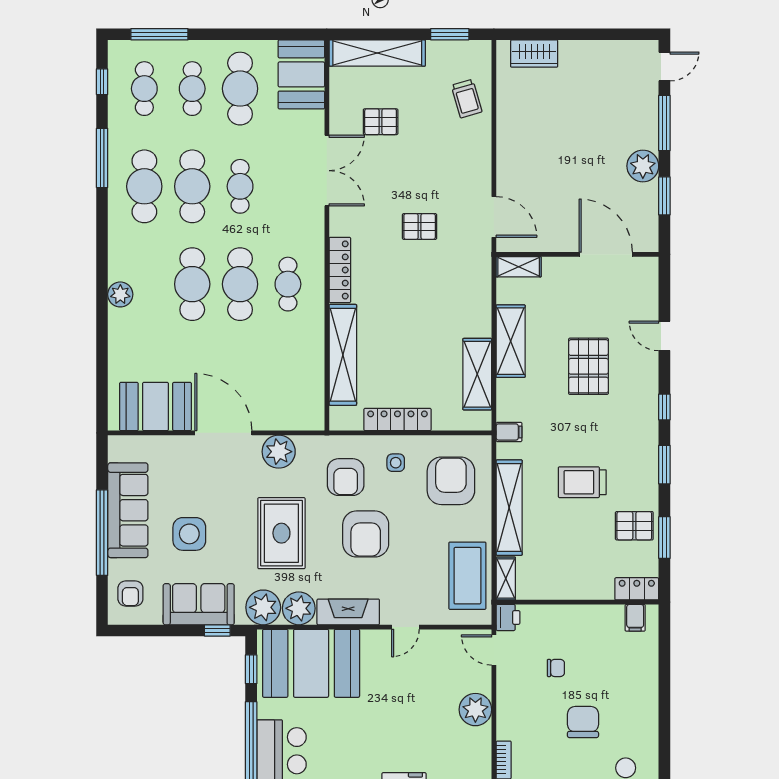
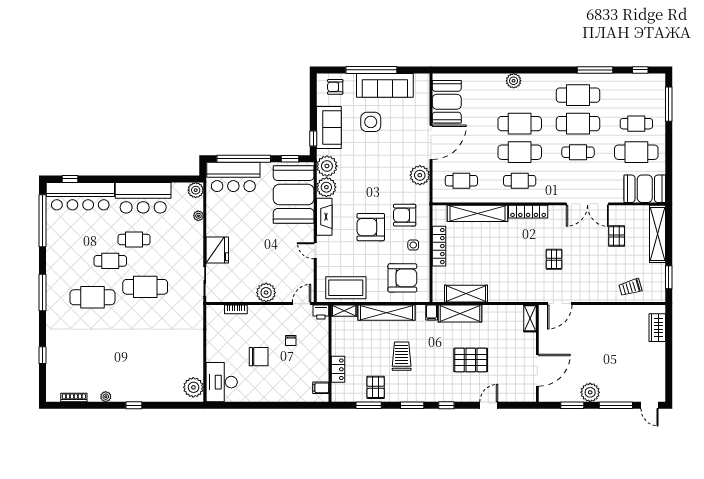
cafe table: (144, 89) -> (461, 181), moved
shelving: (511, 341) -> (460, 314), moved
rug: (281, 533) -> (371, 177), removed
locker: (637, 589) -> (338, 369), moved

